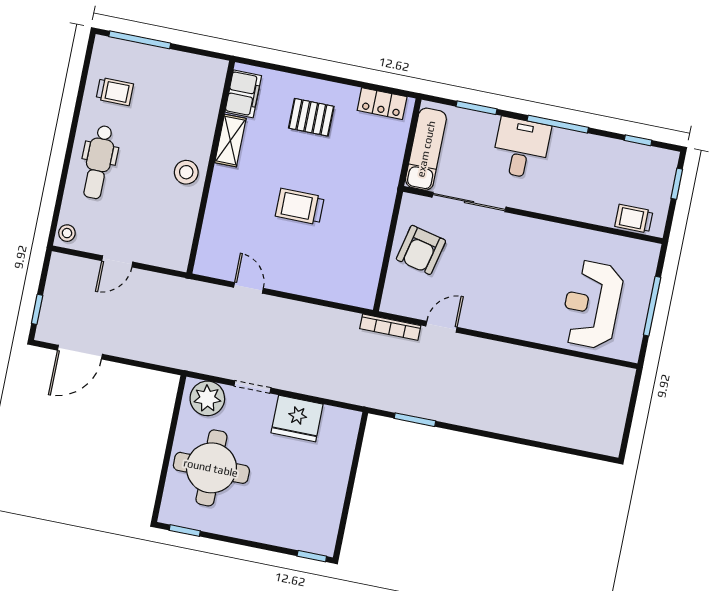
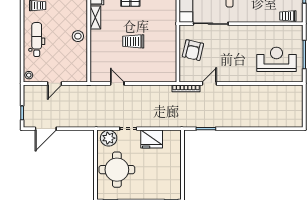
dental chair: (99, 162) -> (37, 40), turned 180
reception desk: (592, 305) -> (276, 59), turned 90

